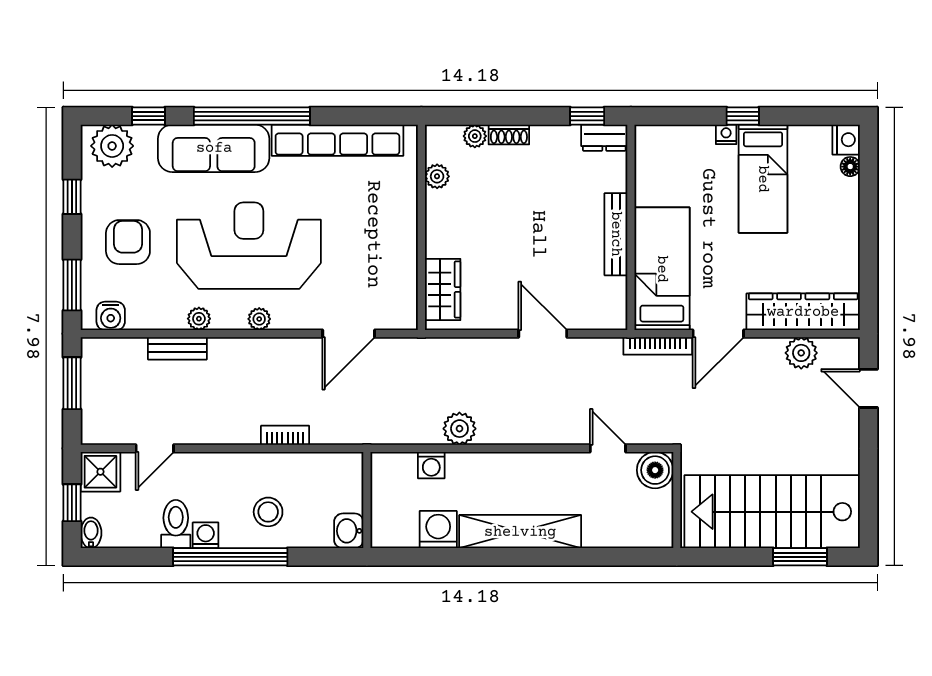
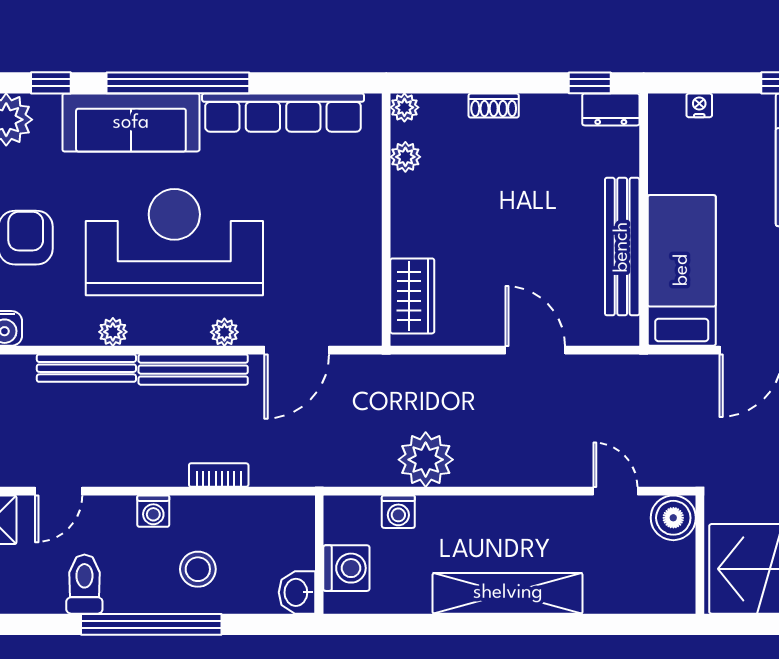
nightstand: (726, 134) -> (699, 105), moved
plant: (475, 136) -> (404, 107), moved
bench: (616, 234) -> (622, 247), width x1.37, depth x1.21
plant: (259, 319) -> (224, 332), moved
bookcase: (658, 346) -> (676, 365), removed
bench: (177, 348) -> (86, 368), width x1.36
bench: (264, 349) -> (193, 370), added
plant: (459, 429) -> (426, 460), width x1.36, depth x1.36
washing machine: (438, 530) -> (346, 568), moved, turned 90
washing machine: (206, 535) -> (153, 511), moved, turned 180

